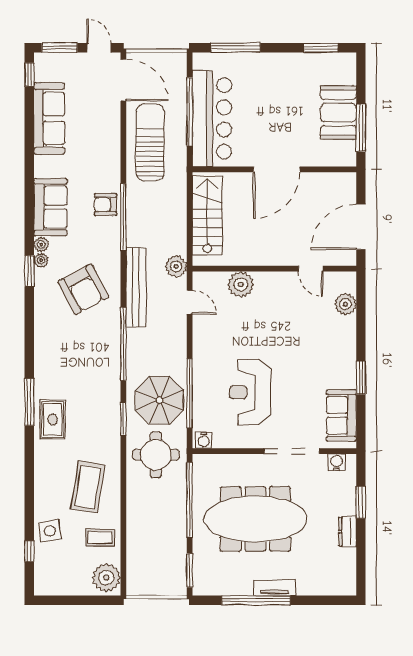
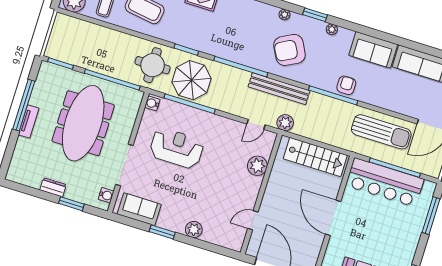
sofa: (51, 207) -> (373, 50), moved
plant: (41, 260) -> (284, 15), moved
plant: (345, 304) -> (194, 230), moved

